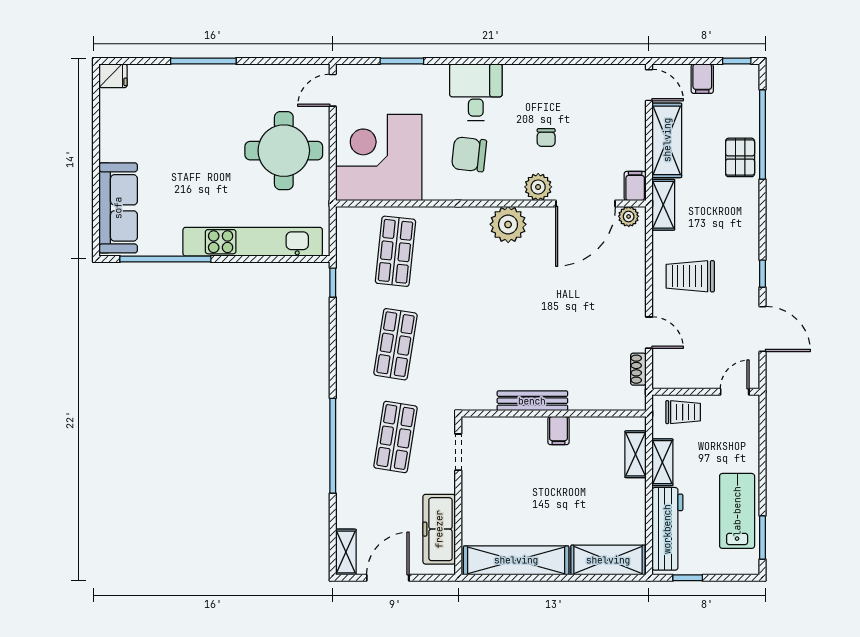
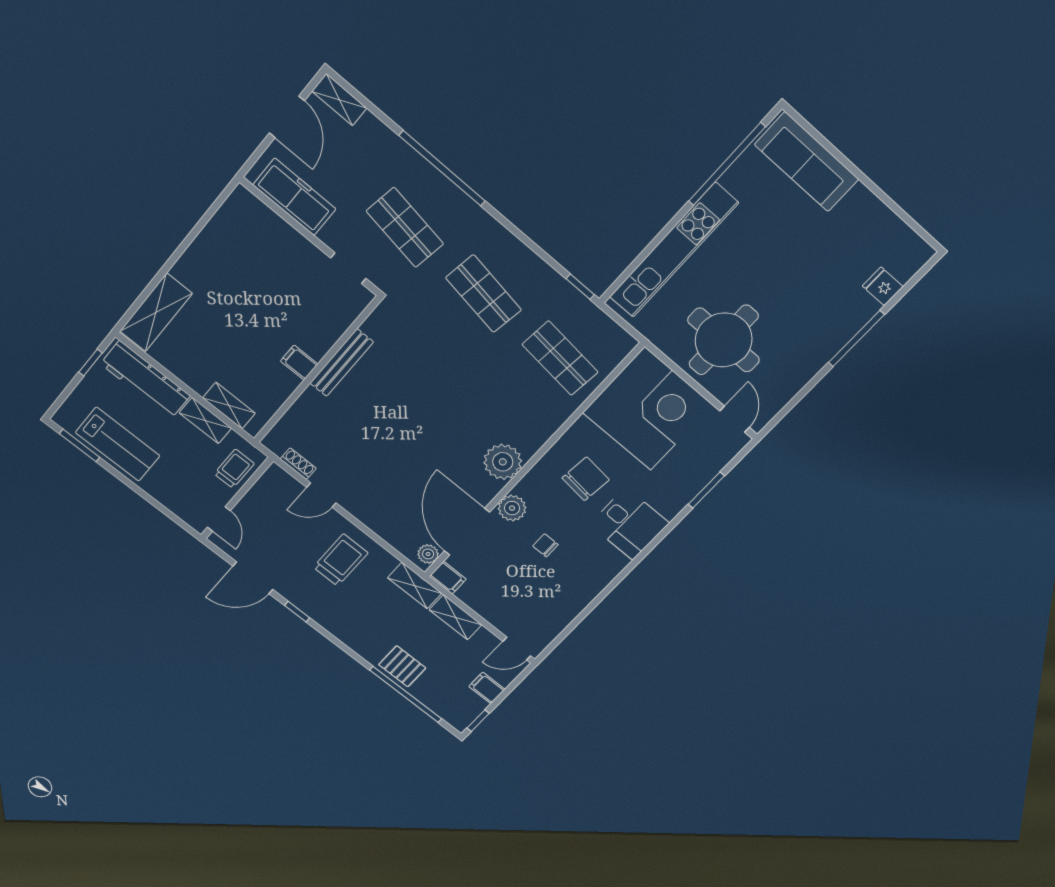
fridge: (113, 76) -> (883, 286), moved, turned 90
shelving: (667, 140) -> (455, 617), width x0.67, depth x0.75
trolley: (683, 412) -> (234, 469), turned 180
shelving: (516, 560) -> (215, 238), removed

